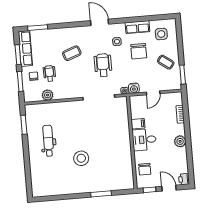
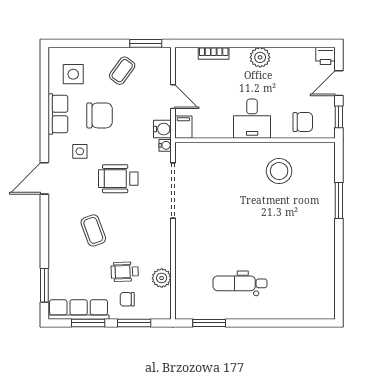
filing cabinet: (138, 124) -> (183, 127), moved
stool: (81, 158) -> (279, 171), moved

